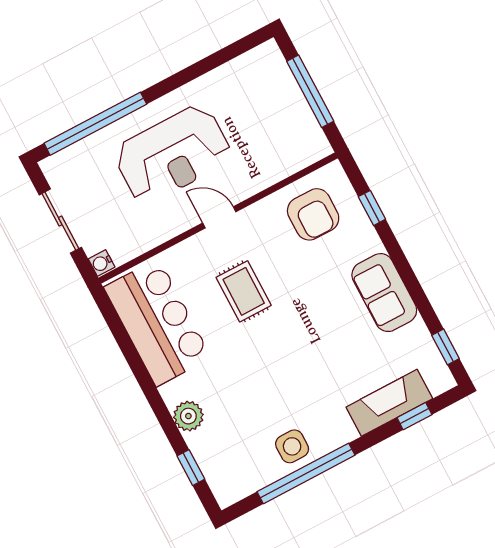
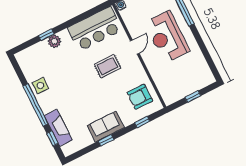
window: (310, 91) -> (193, 97), width x0.46
door: (219, 217) -> (135, 47), moved
window: (446, 347) -> (106, 140), moved
window: (191, 468) -> (46, 35), moved
window: (306, 473) -> (36, 105), moved

